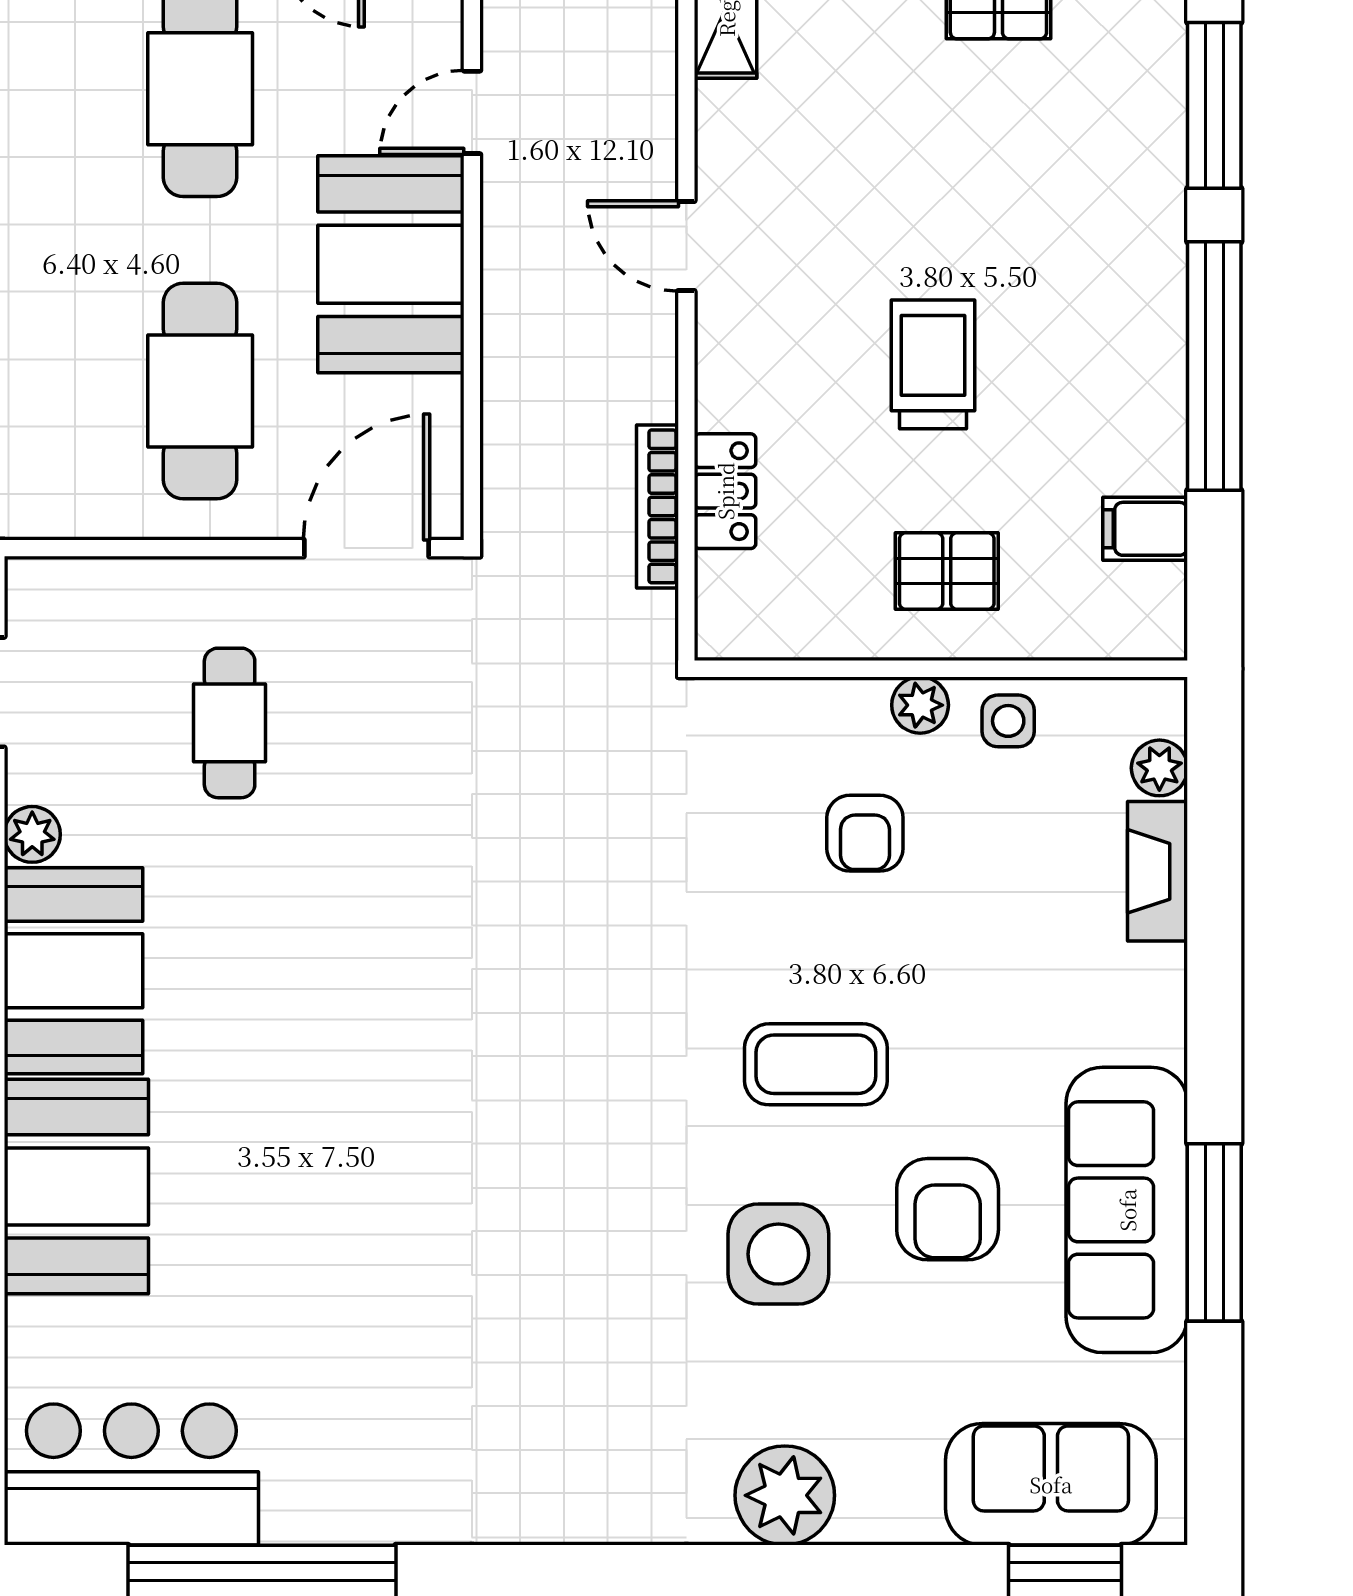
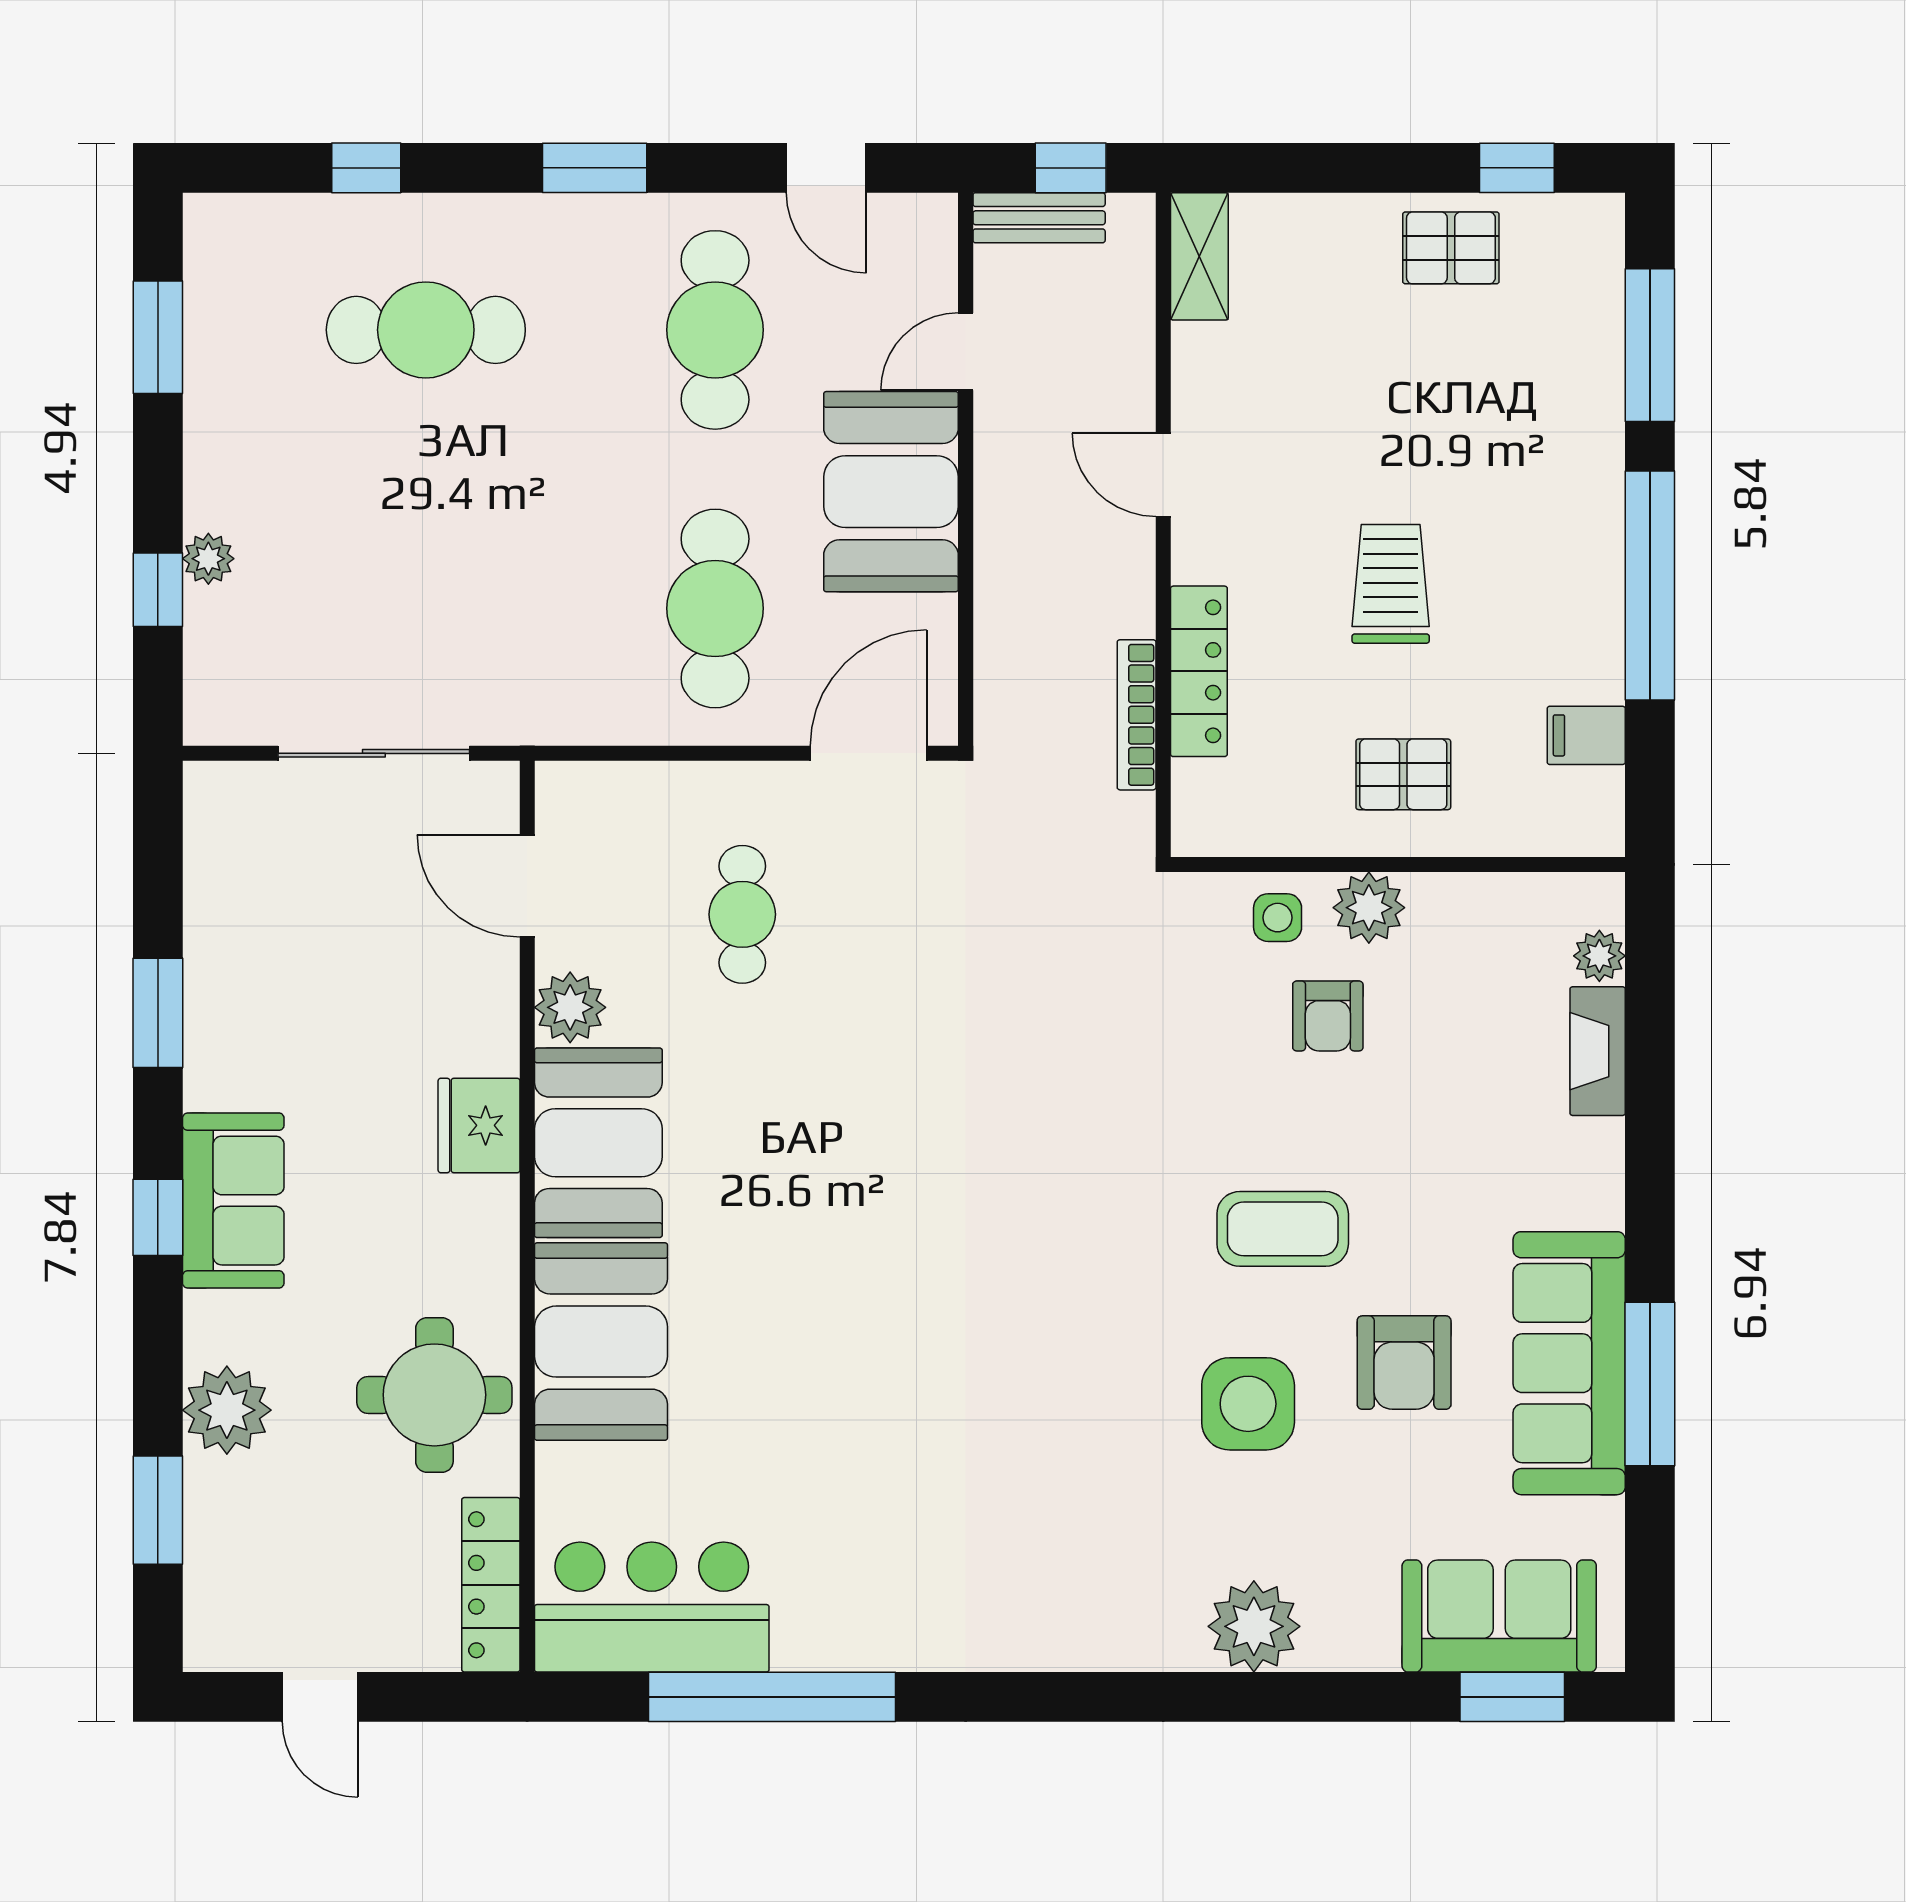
locker: (725, 491) -> (1199, 671), width x1.53
plant: (920, 705) -> (1369, 908), width x1.38, depth x1.38
side table: (1008, 721) -> (1278, 918), moved
plant: (32, 834) -> (570, 1007), width x1.38, depth x1.38

